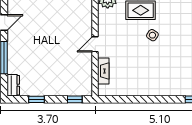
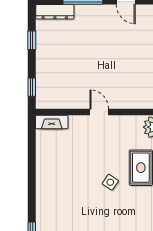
fireplace: (103, 71) -> (52, 122), moved
dresser: (13, 85) -> (55, 12), width x1.44

